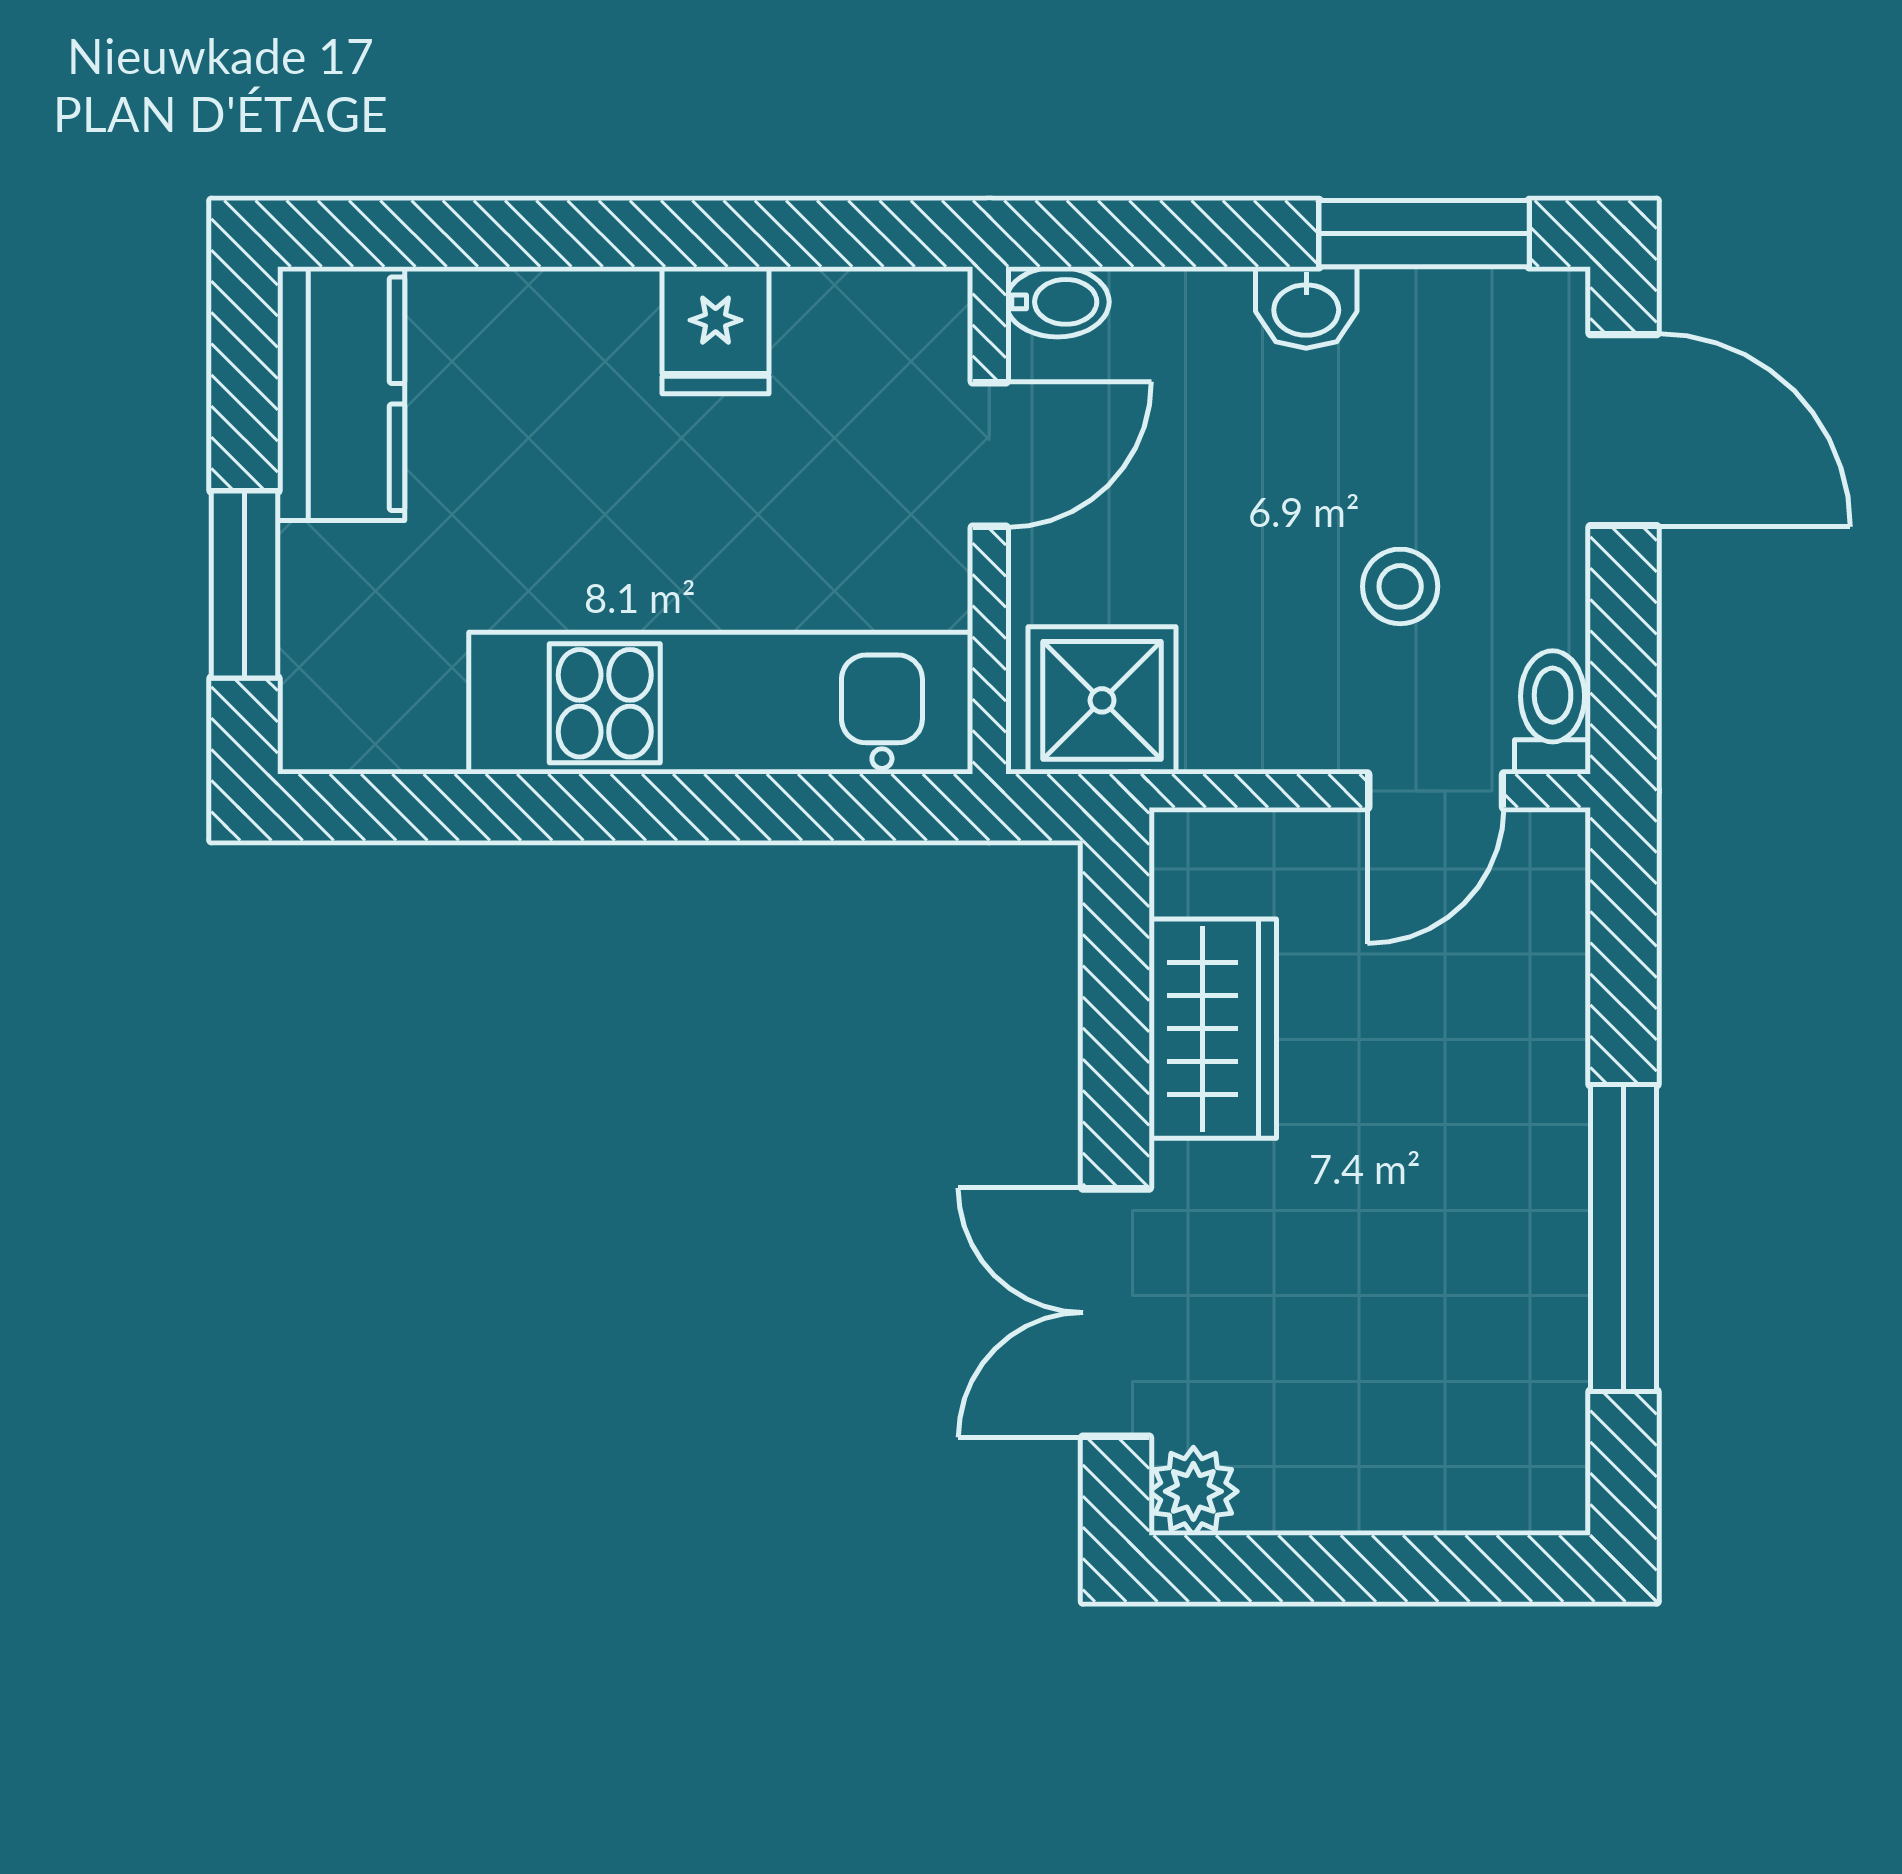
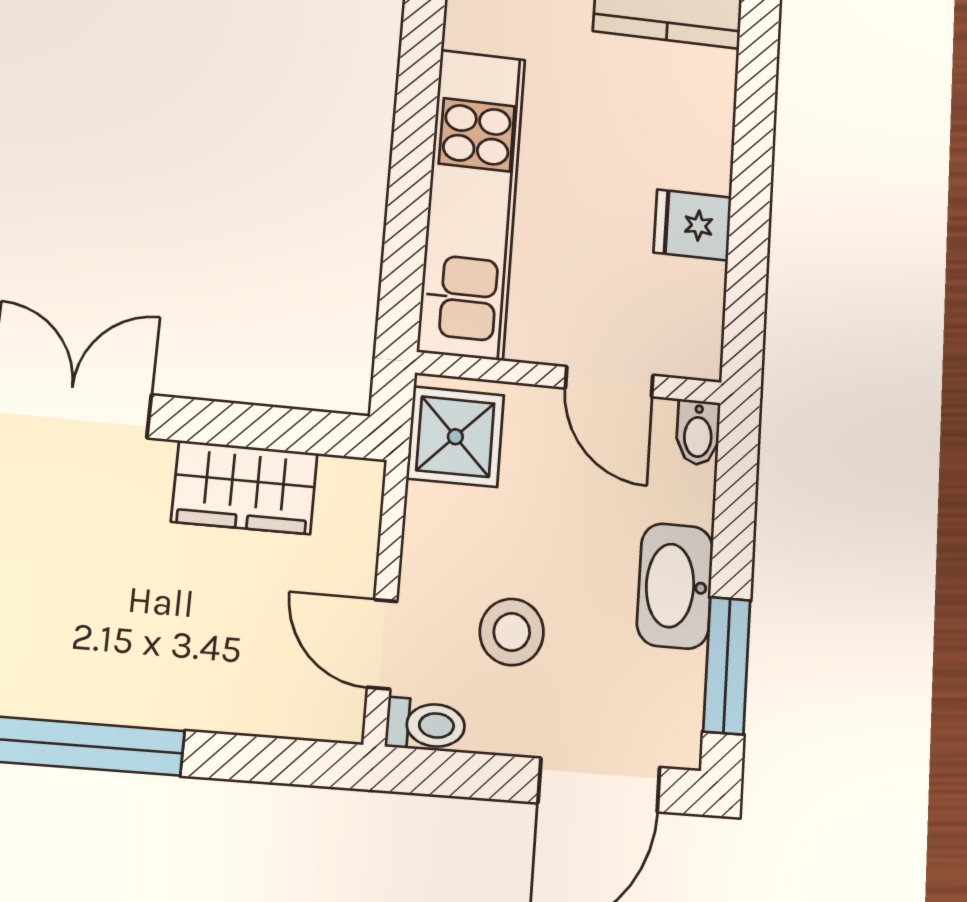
washbasin: (1306, 308) -> (675, 586), width x1.91, depth x1.45
stool: (1400, 586) -> (512, 632), width x1.37, depth x1.37

